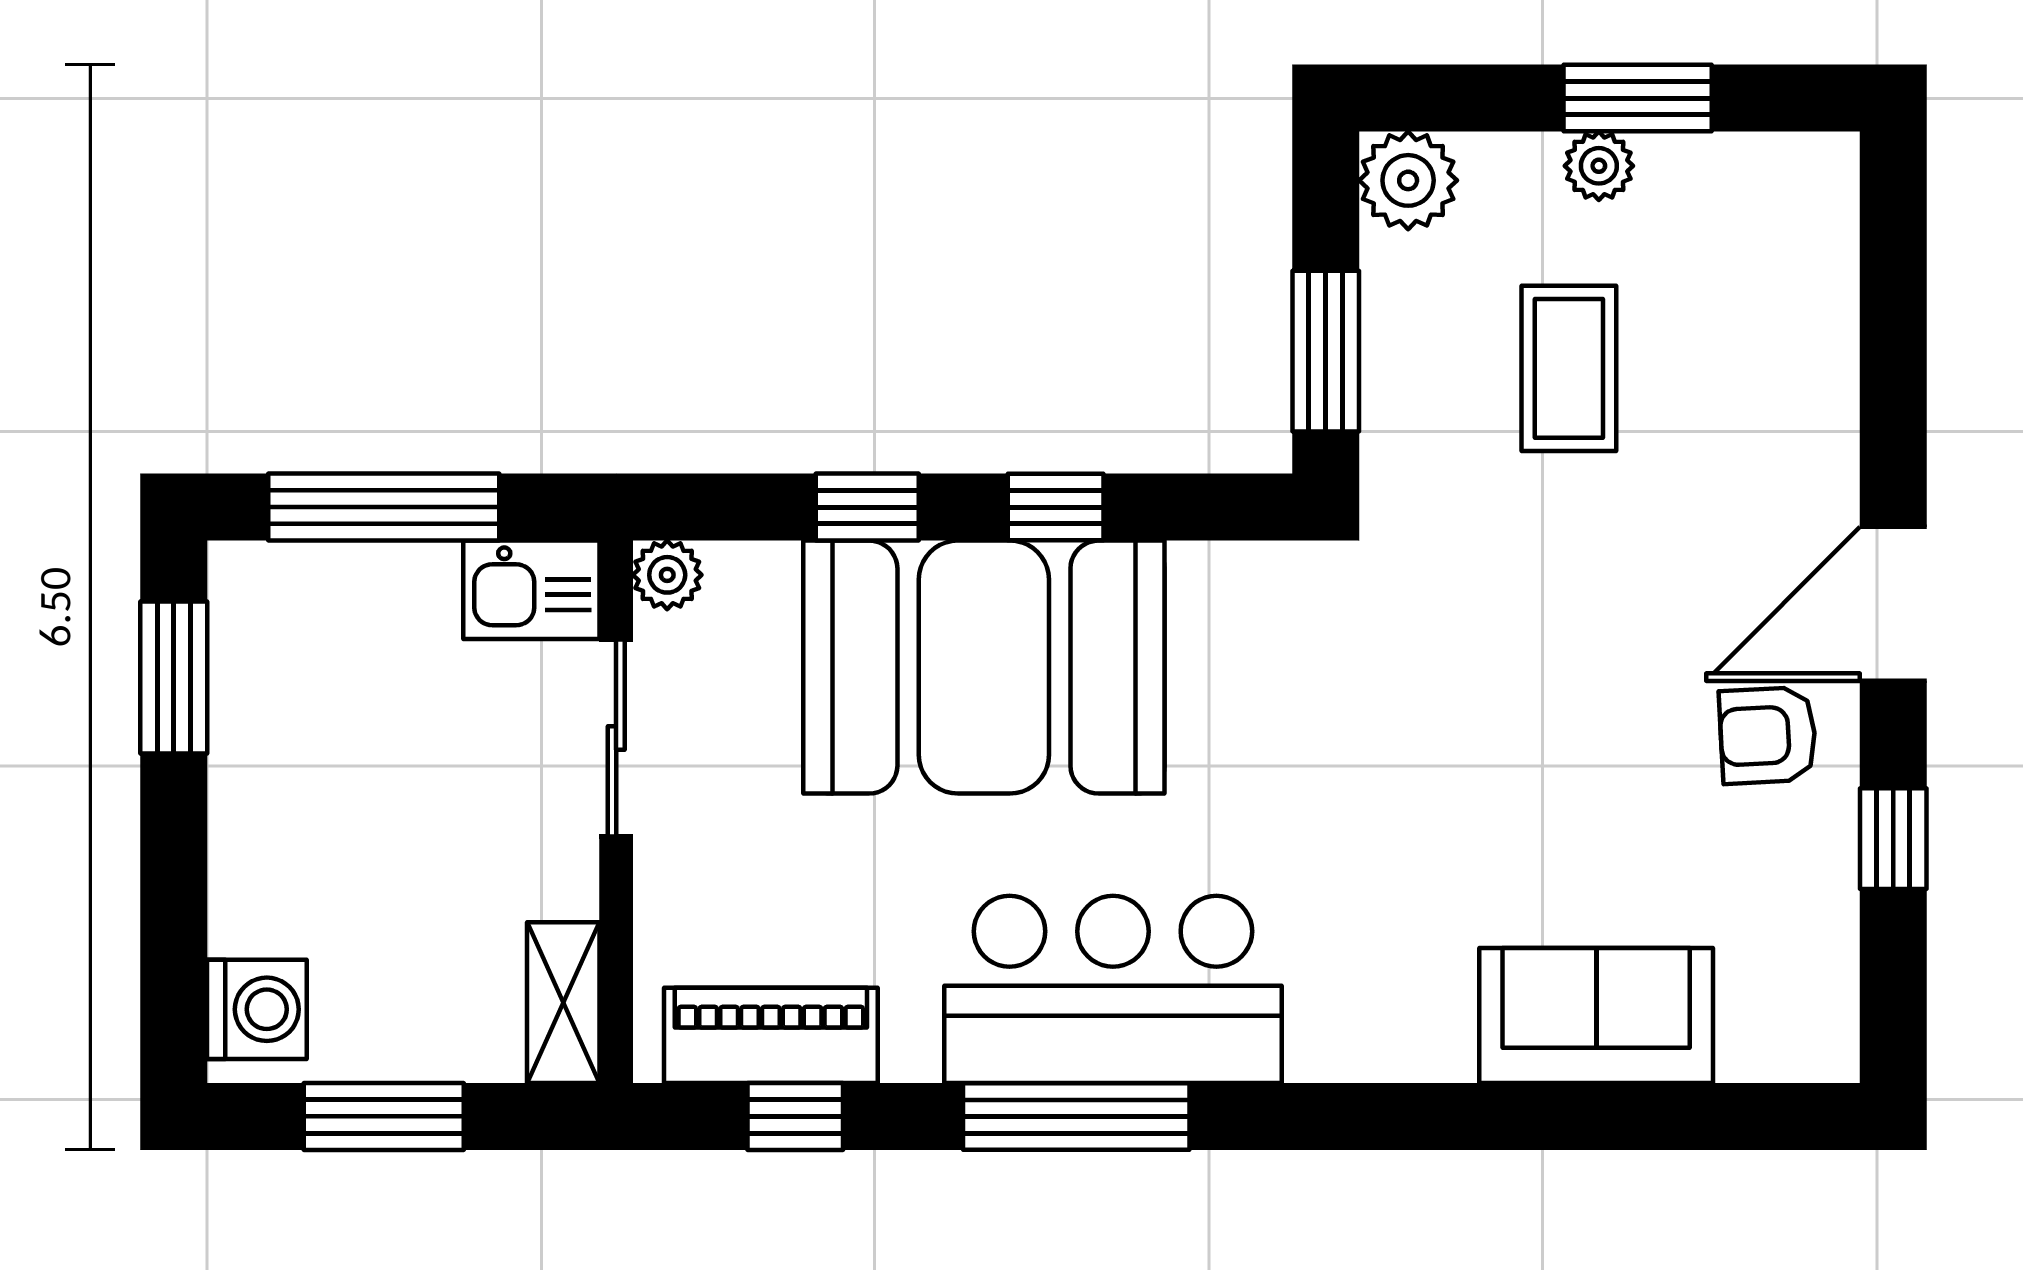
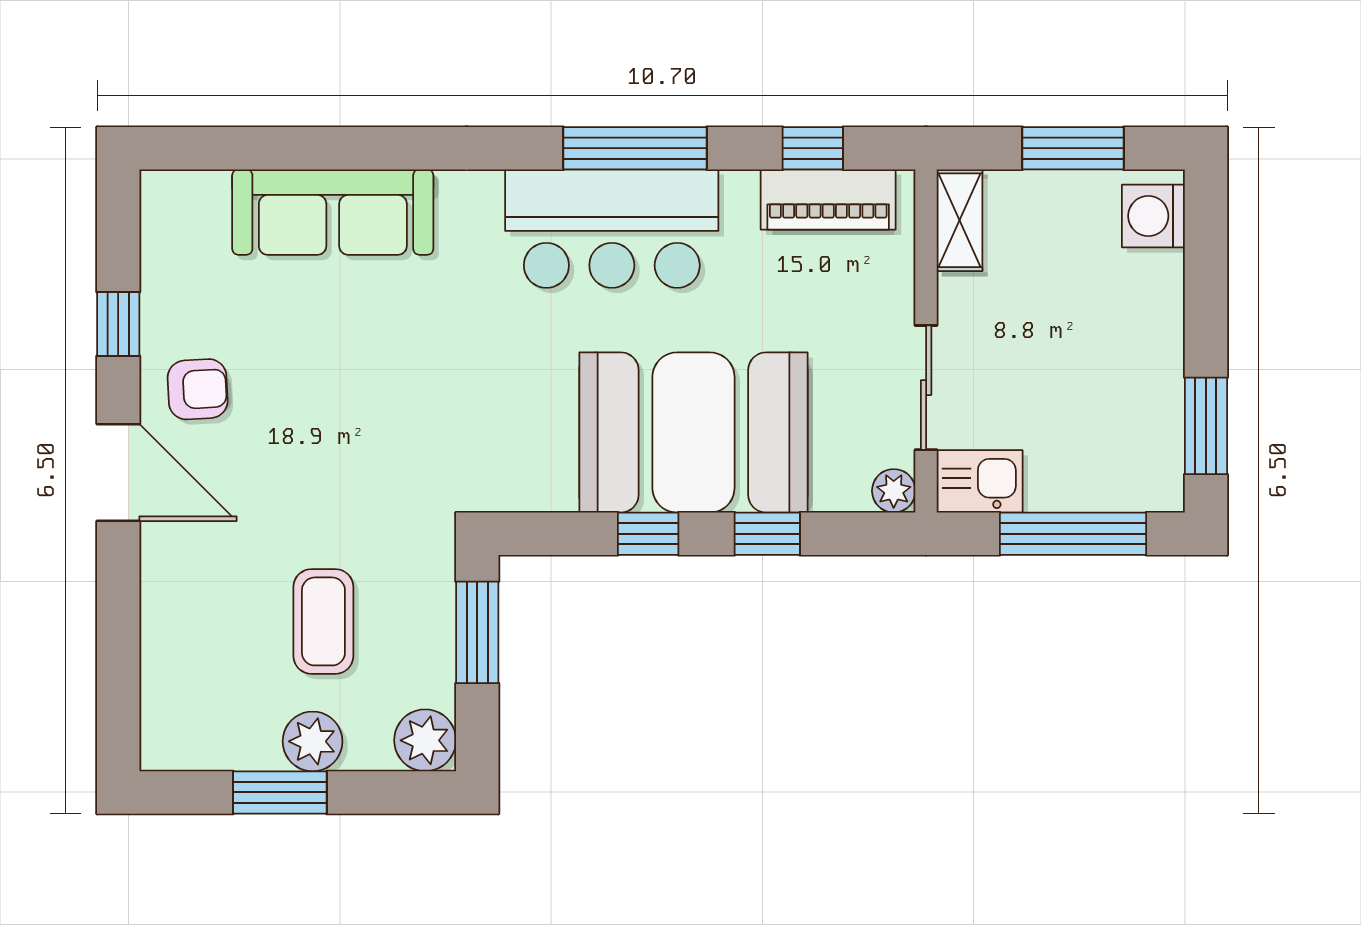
plant: (1599, 166) -> (313, 741), width x1.38, depth x1.38
door: (1893, 604) -> (118, 472), hinge flipped
sofa: (1596, 1016) -> (333, 212), width x1.36

